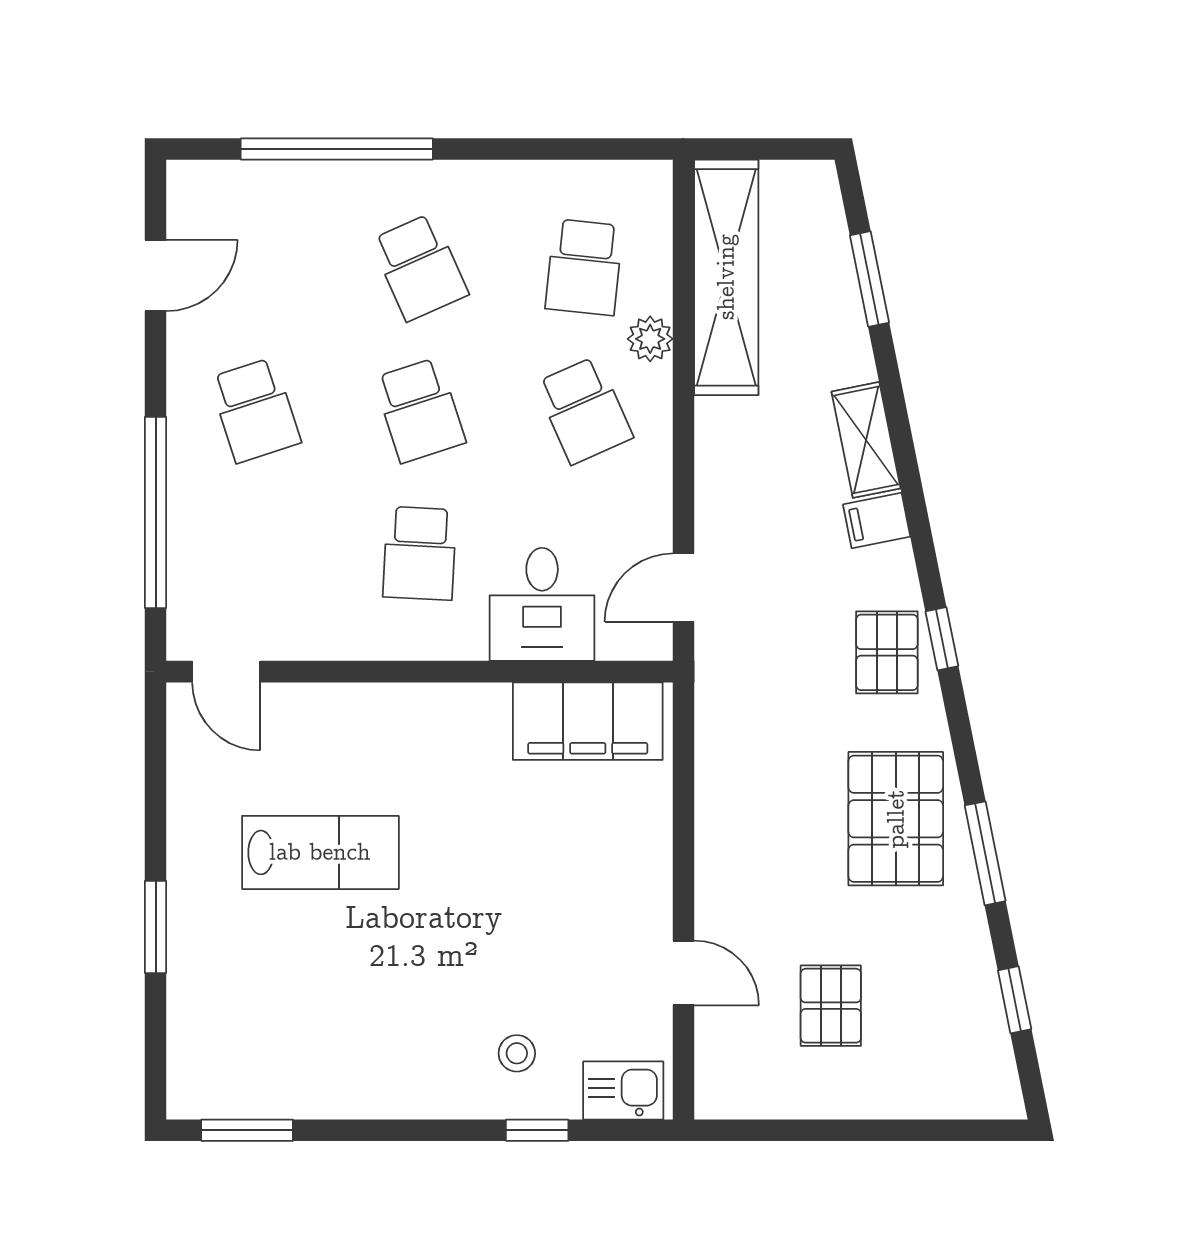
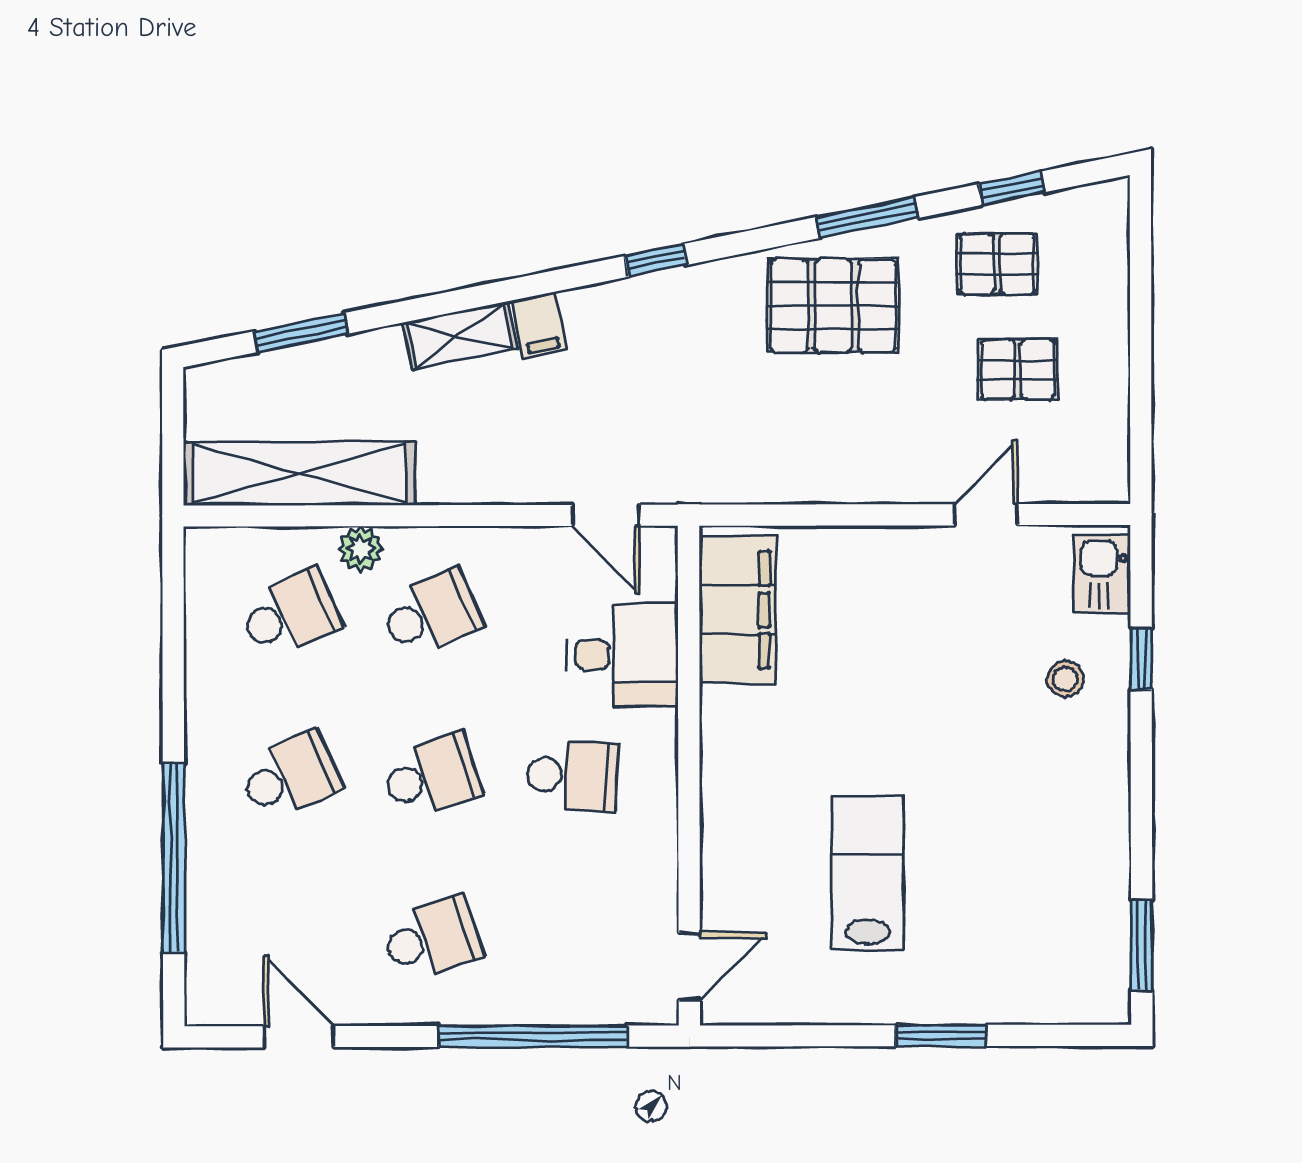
school desk: (584, 267) -> (290, 614), turned -30
pallet: (887, 652) -> (997, 264), moved

